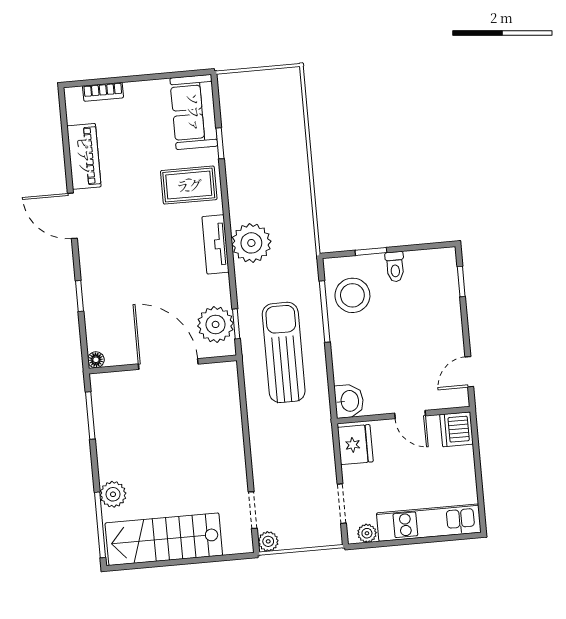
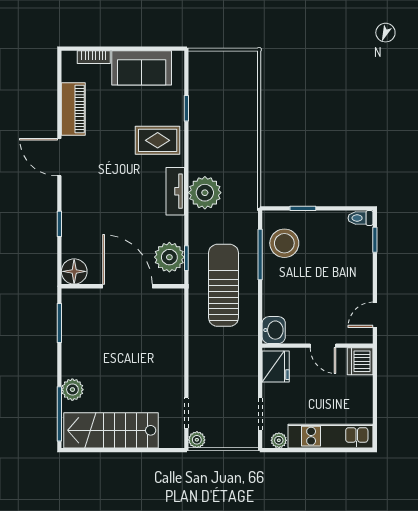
sofa: (194, 112) -> (142, 68), moved, turned -90
toilet: (395, 267) -> (361, 218), moved, turned 90
floor lamp: (96, 360) -> (74, 271), width x1.89, depth x1.89

